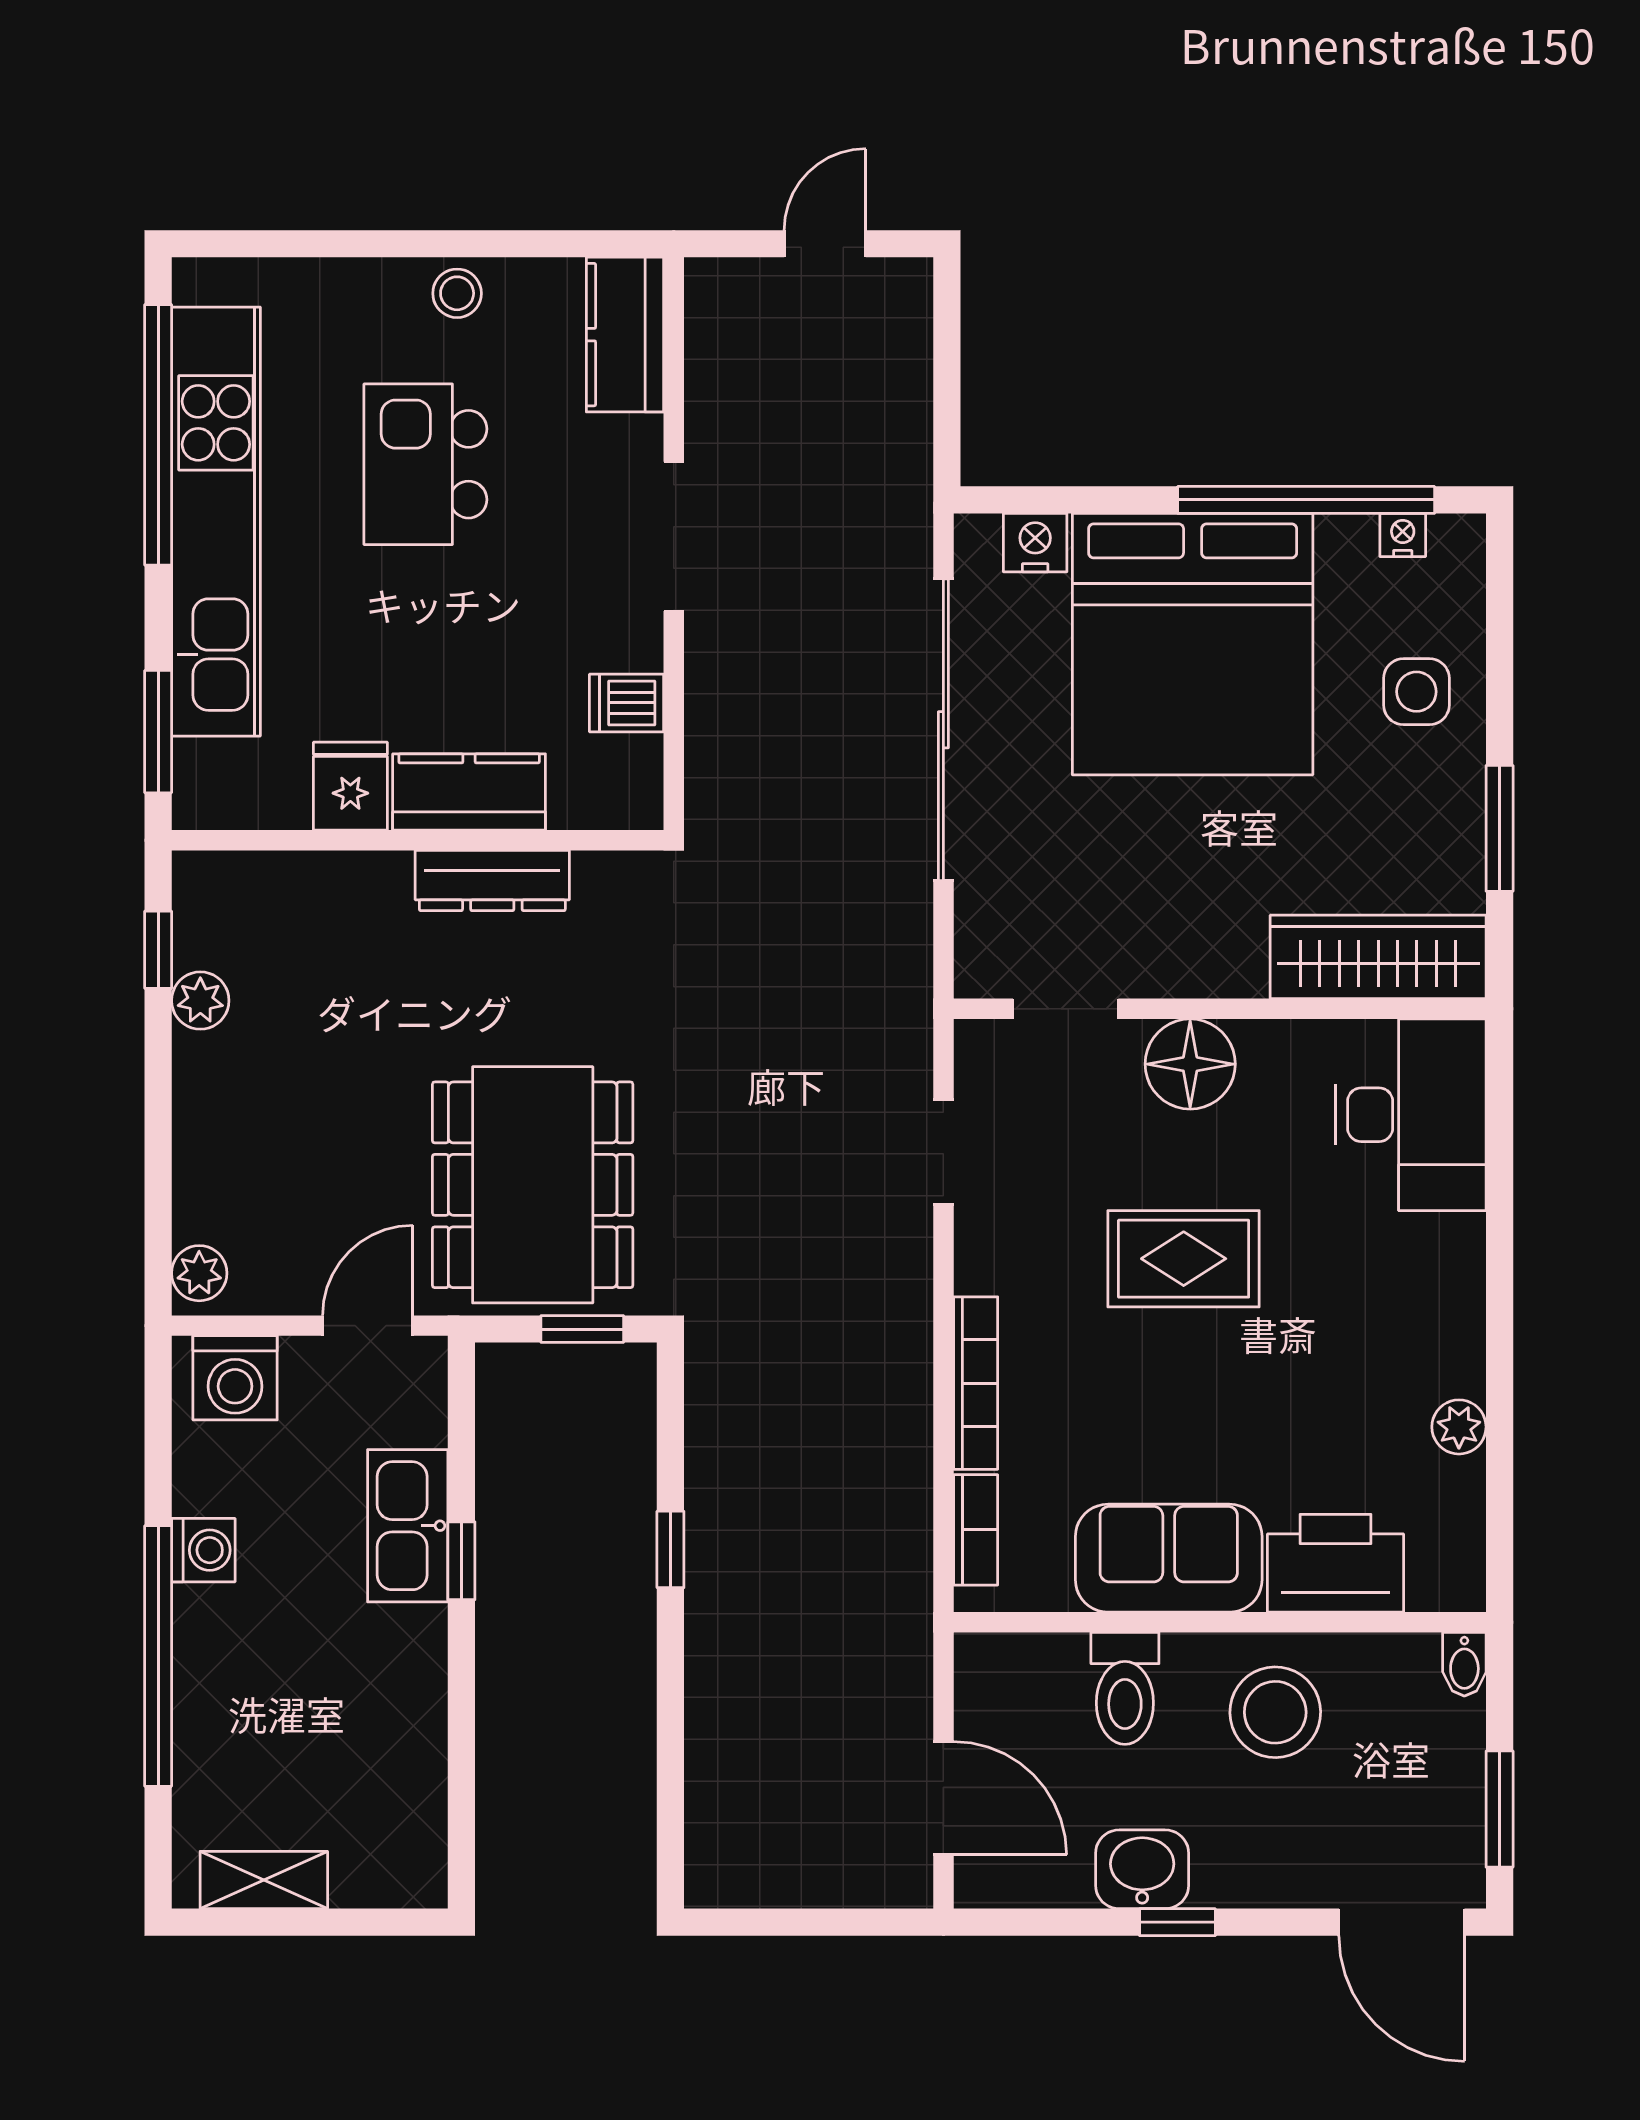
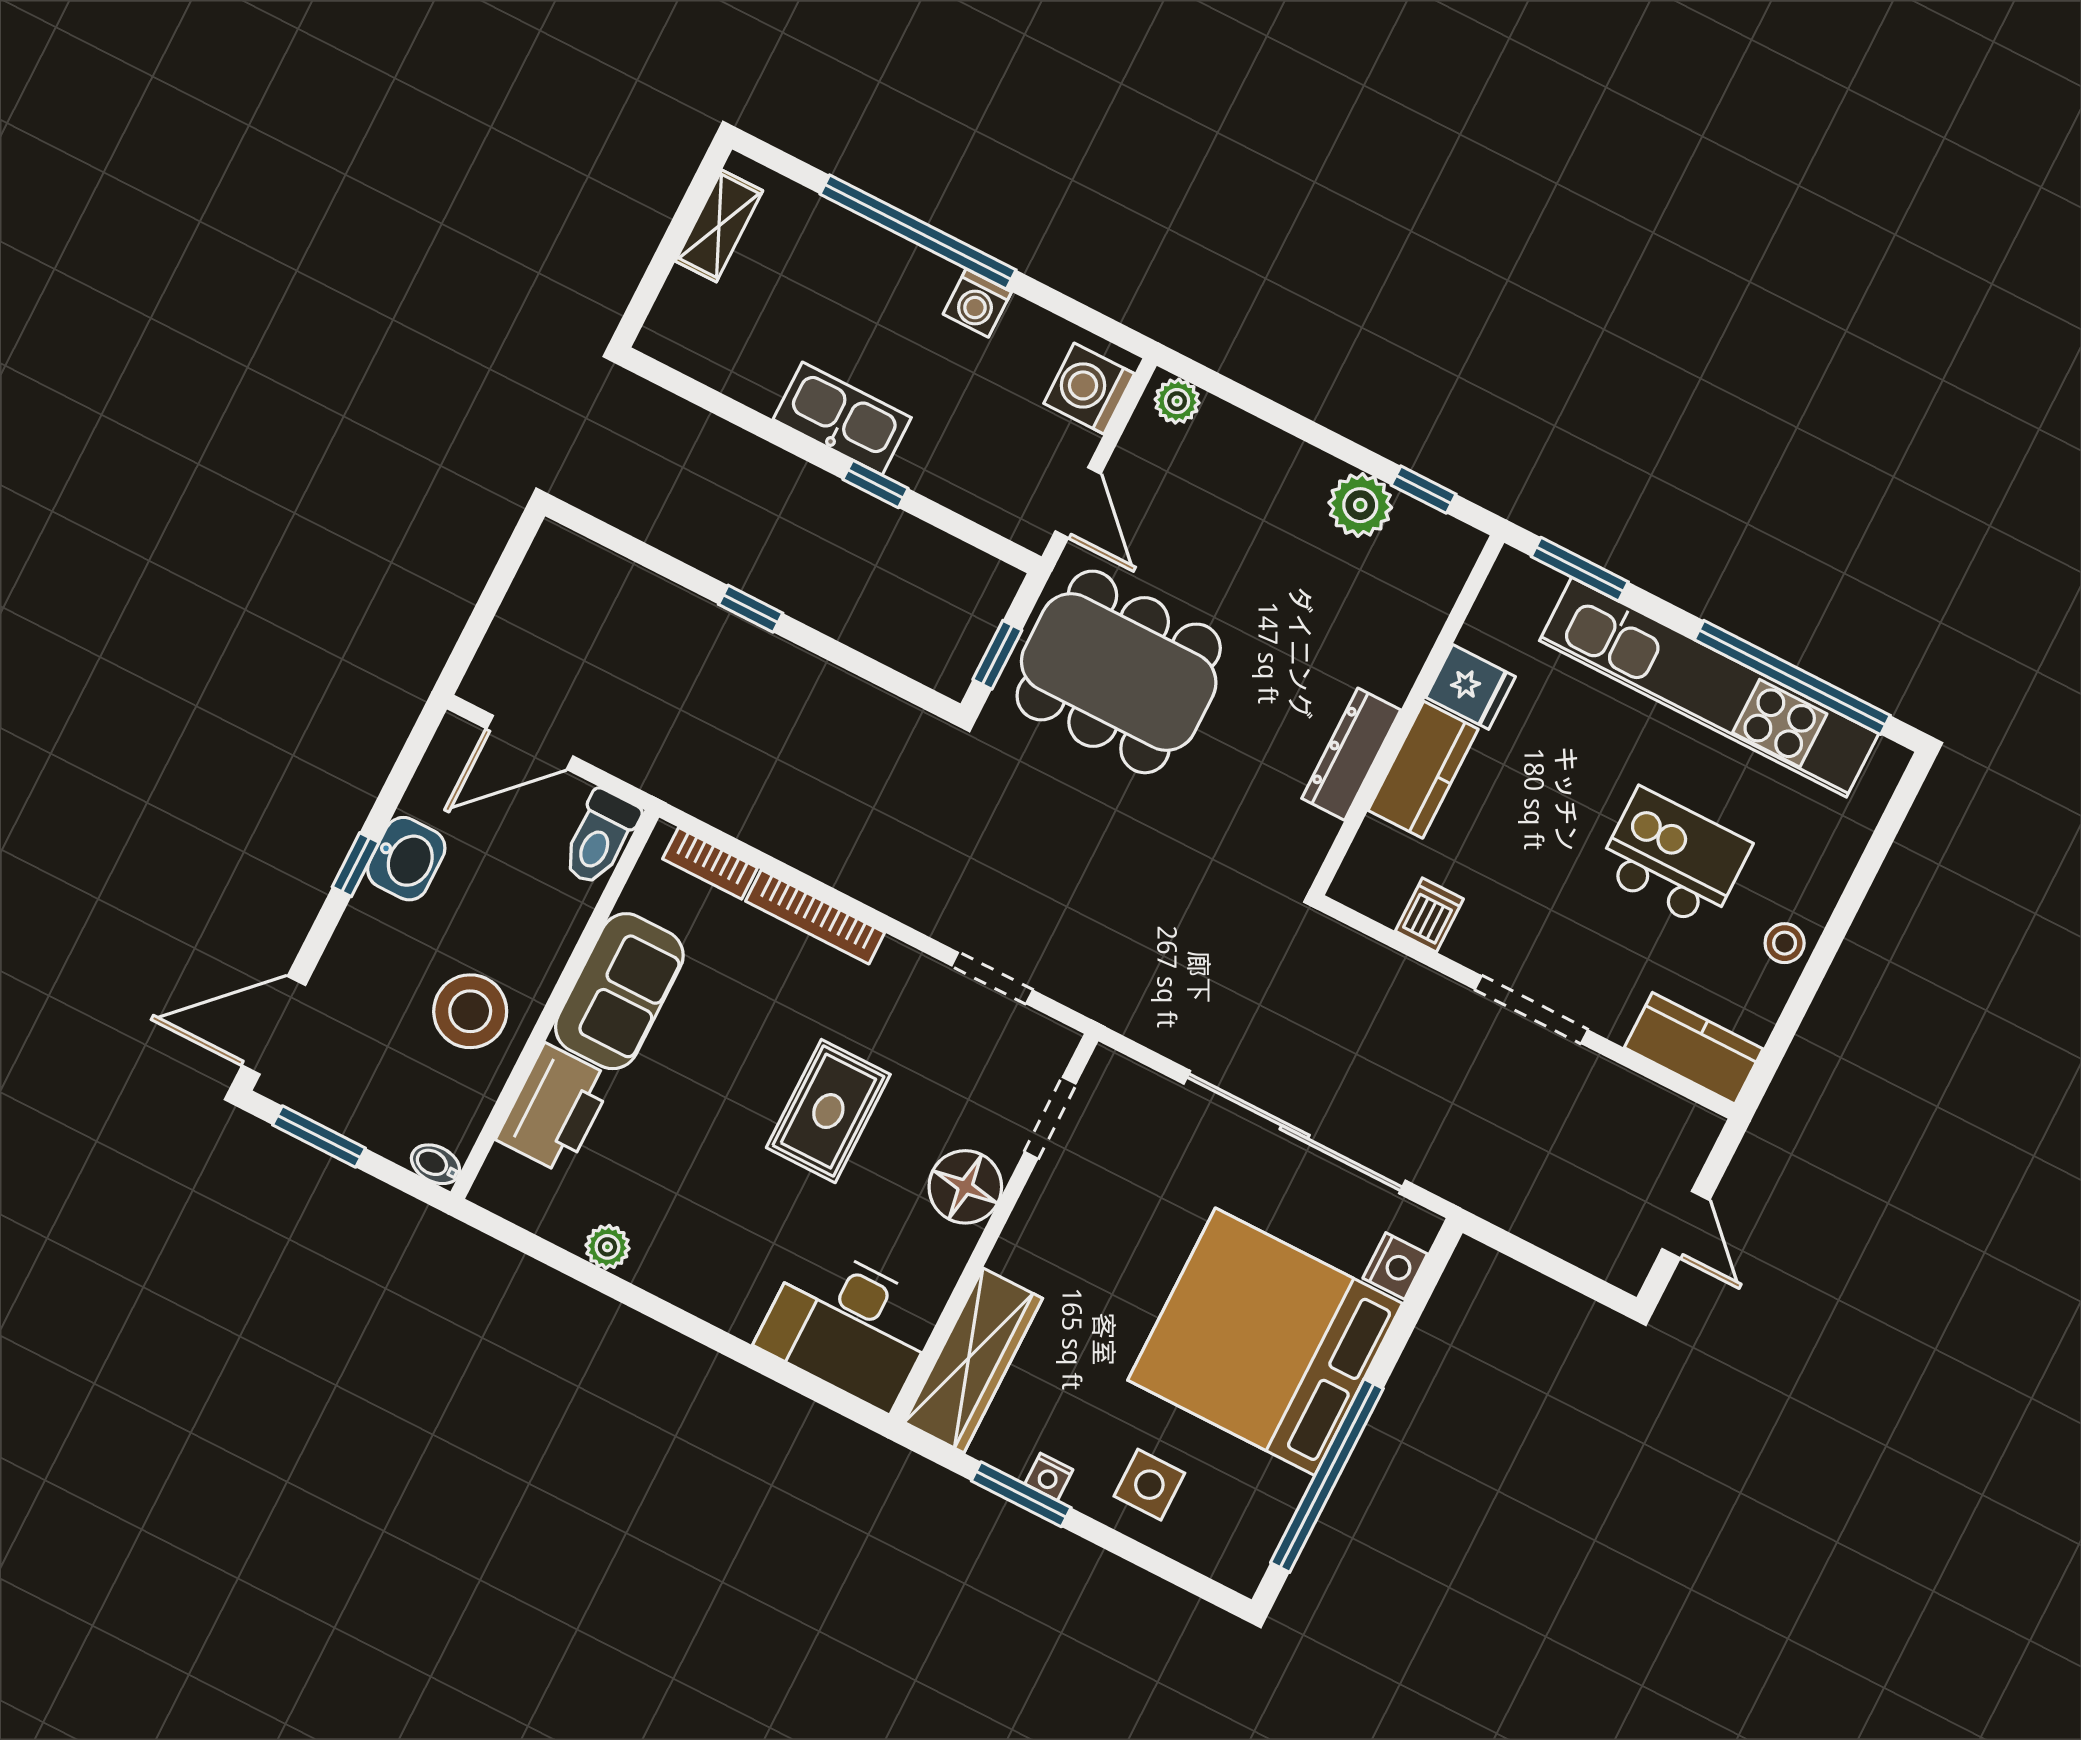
nightstand: (1403, 535) -> (1049, 1477), moved, turned 90
plant: (200, 1001) -> (1360, 505), width x1.38, depth x1.38
kitchen sink: (408, 1526) -> (842, 419), moved
window: (670, 1549) -> (751, 609), moved
toilet: (1125, 1688) -> (600, 838), moved, turned -90

